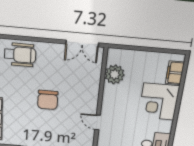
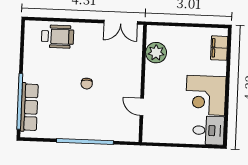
chair: (48, 100) -> (87, 84), width x0.54, depth x0.54
corner desk: (159, 102) -> (206, 95), moved

